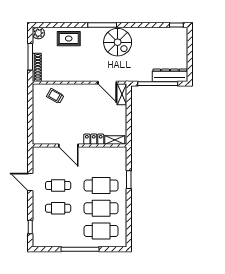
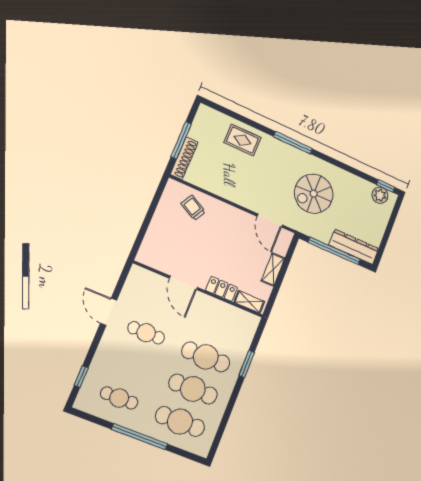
plant: (38, 33) -> (380, 195), moved
spiral stairs: (118, 42) -> (314, 194), moved, turned 90
shelving: (122, 94) -> (273, 269), moved
cafe table: (58, 208) -> (119, 398), moved

